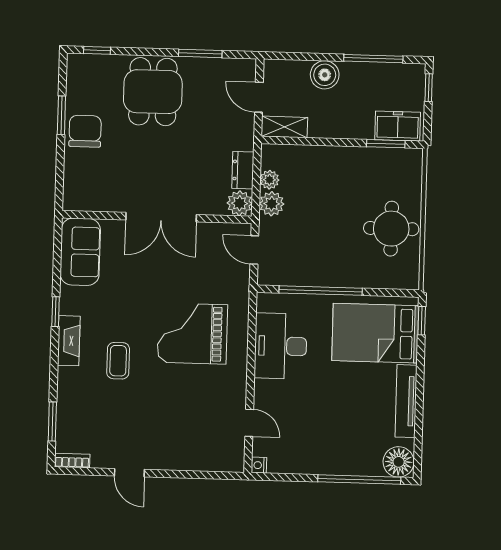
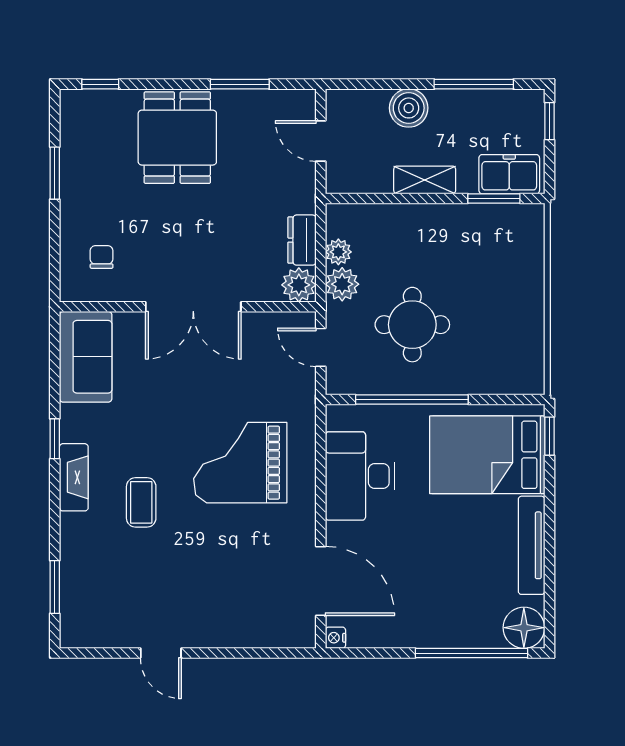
shelving: (284, 127) -> (425, 180), moved
chair: (85, 131) -> (102, 257), moved, width x0.54, depth x0.54
round table: (391, 229) -> (412, 325), moved
door: (249, 423) -> (321, 581), width x1.87
bookcase: (72, 461) -> (83, 639), removed

